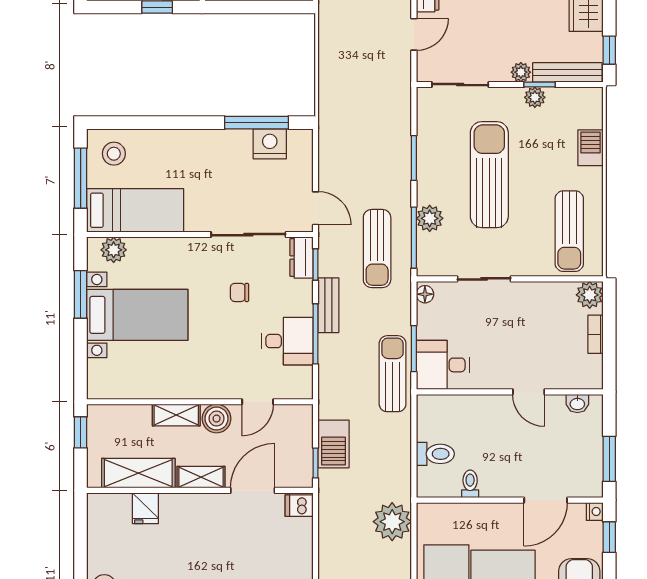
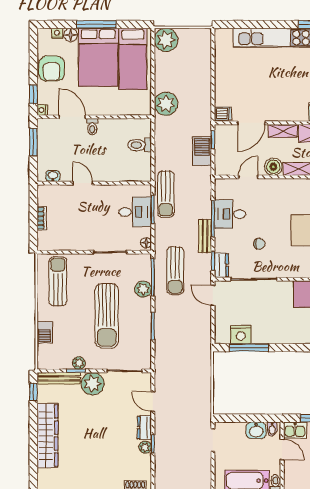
door: (414, 34) -> (153, 402), hinge flipped
plant: (521, 72) -> (93, 384), width x1.88, depth x1.88
sun lounger: (377, 249) -> (175, 271), turned 180
plant: (590, 295) -> (45, 242), removed
desk: (443, 365) -> (135, 212), moved
toilet: (470, 484) -> (92, 127), moved
door: (546, 500) -> (72, 117), hinge flipped

